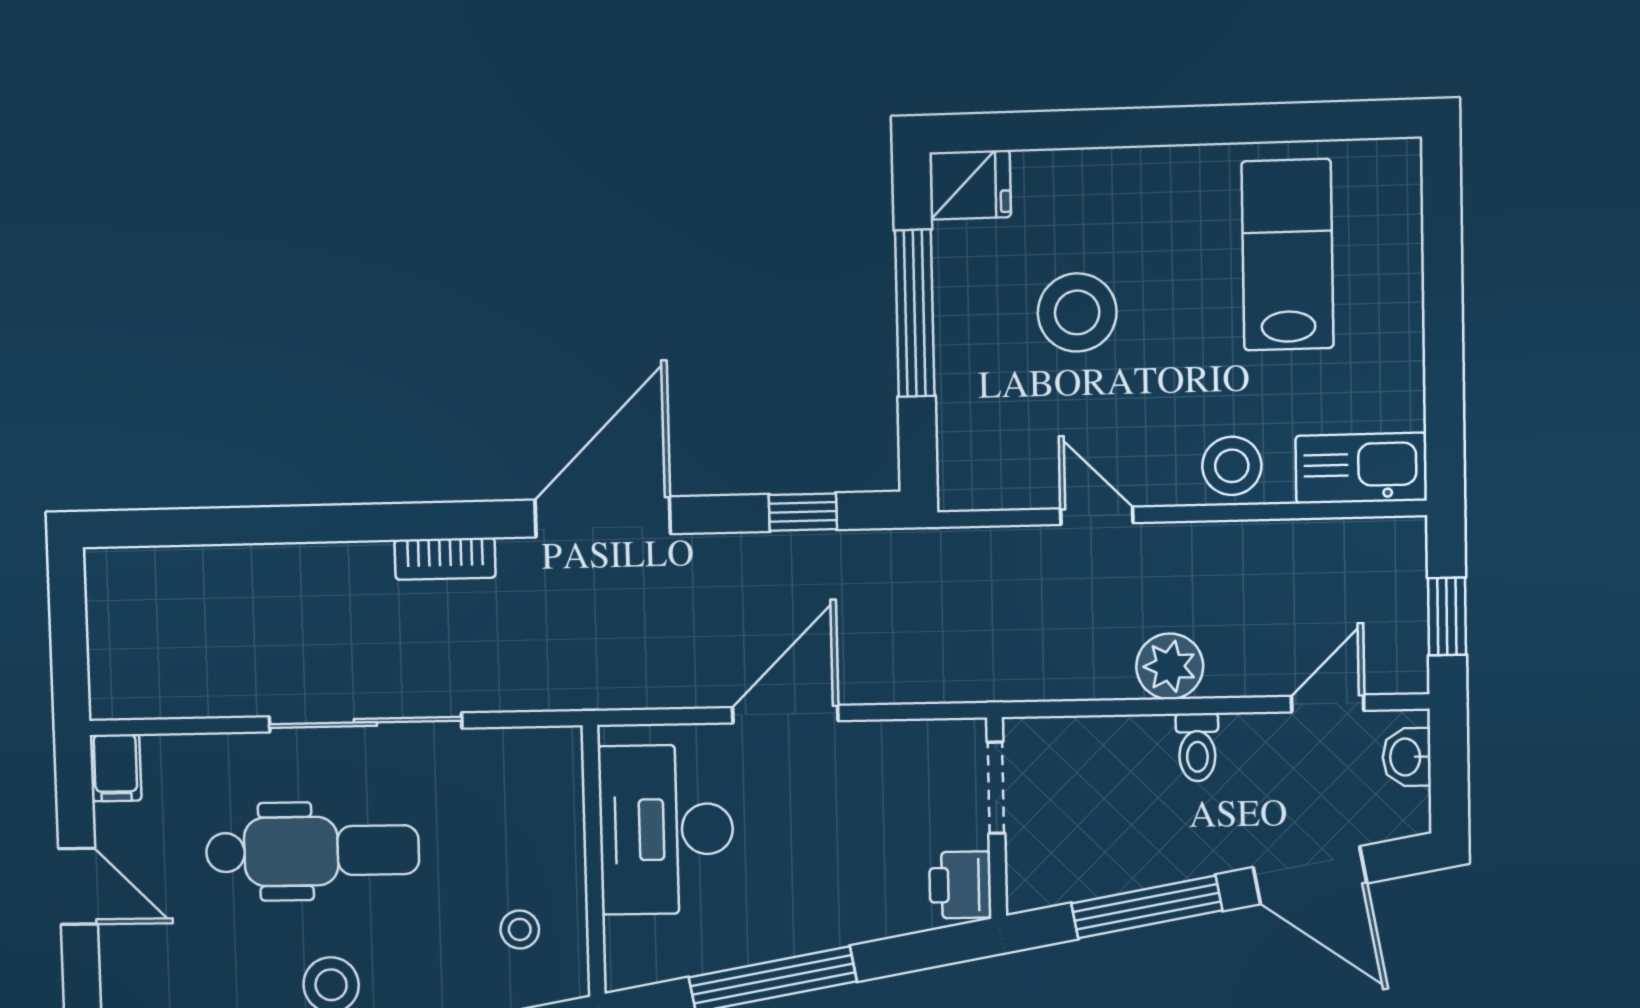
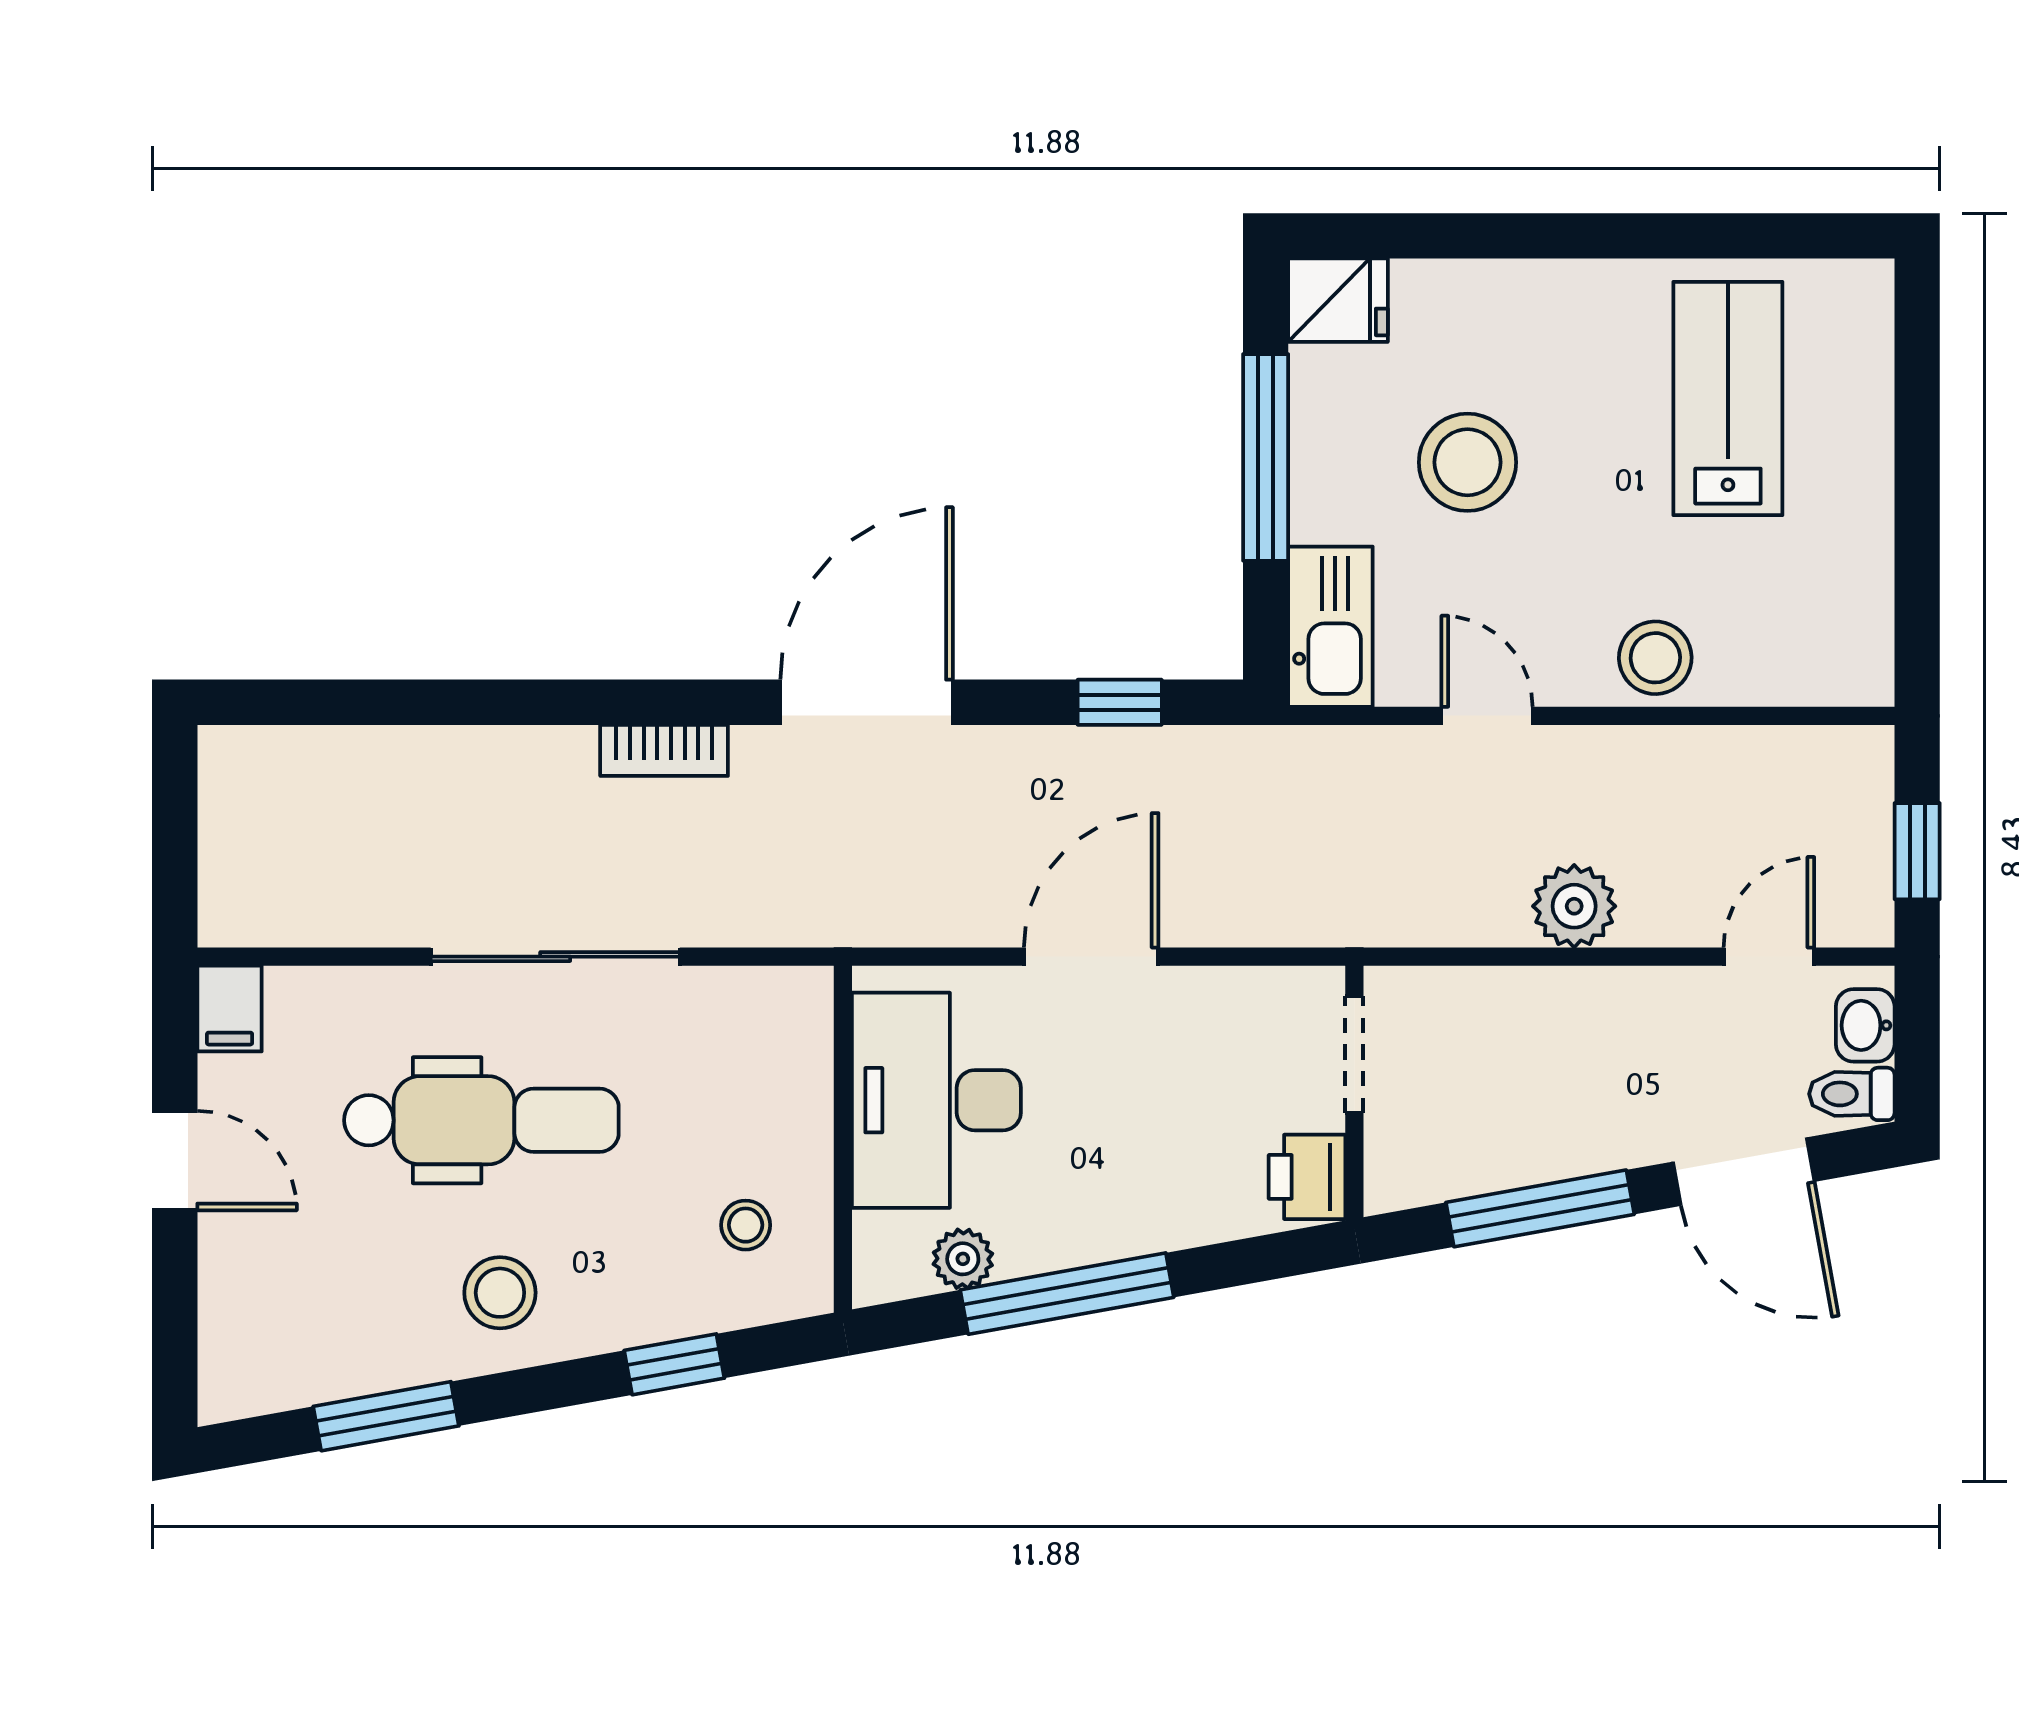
kitchen sink: (1361, 468) -> (1330, 627), moved, turned 90
toilet: (1197, 747) -> (1852, 1094), moved, turned 90
plant: (690, 953) -> (963, 1259), added

